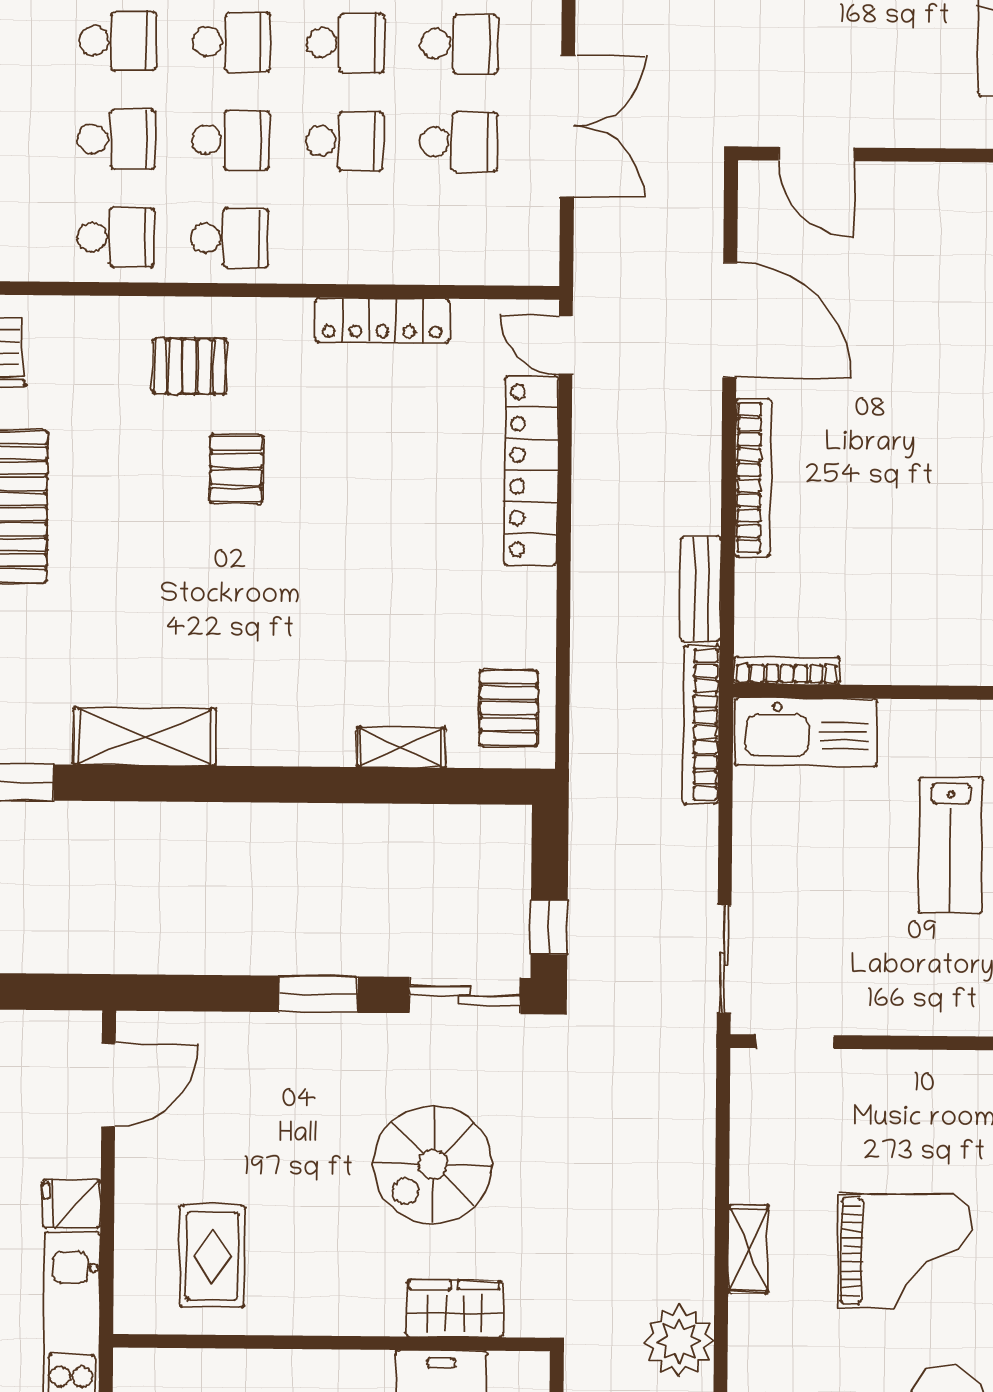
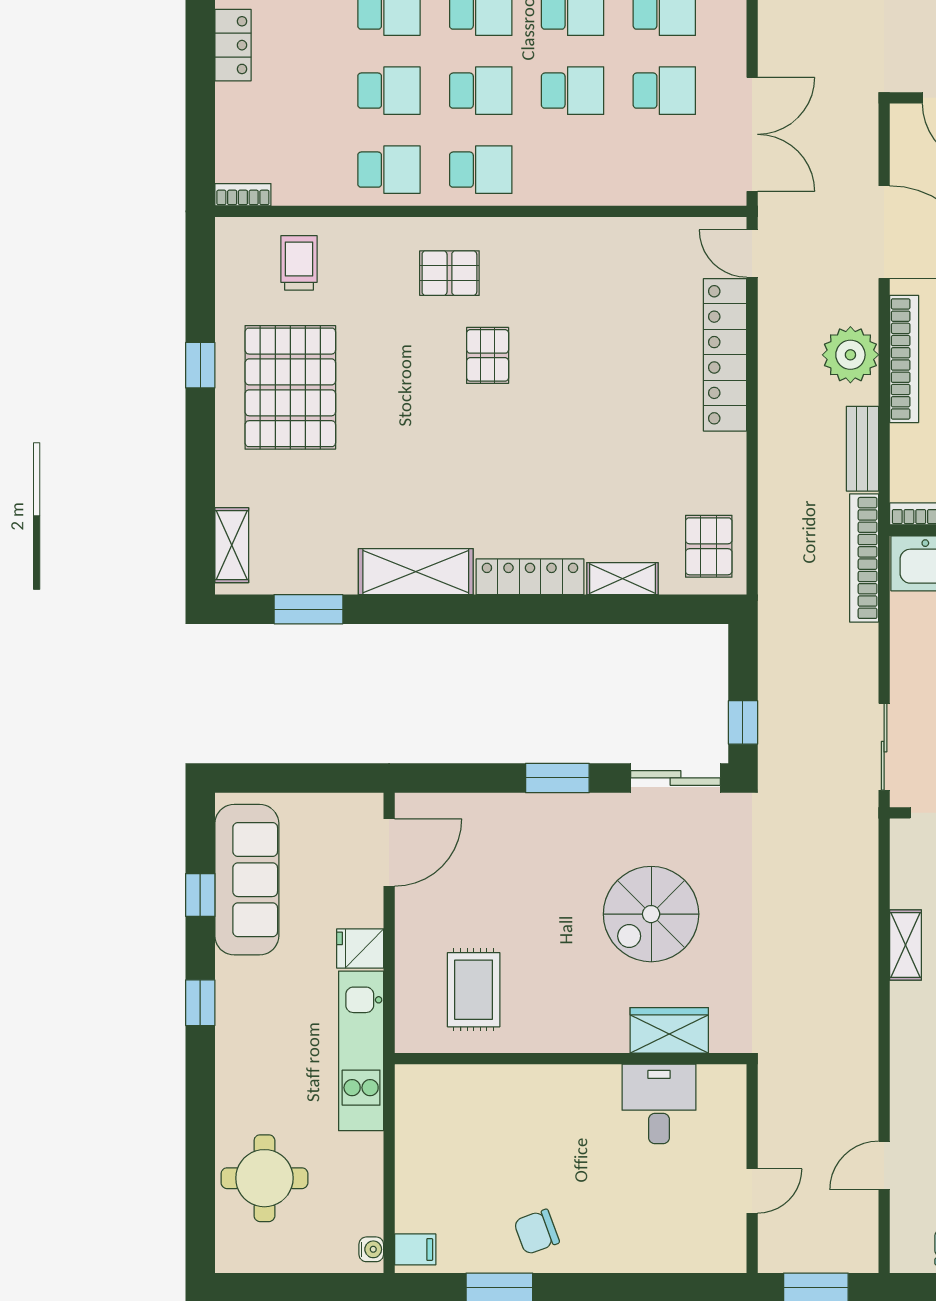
double door: (568, 126) -> (752, 134), moved
locker: (382, 320) -> (530, 577), moved, turned 180
shelving: (748, 1249) -> (905, 945), moved
plant: (679, 1341) -> (850, 355), moved

